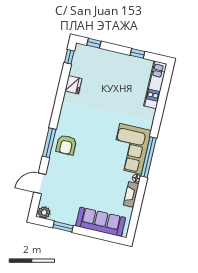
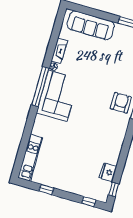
fridge: (73, 85) -> (108, 172), moved

